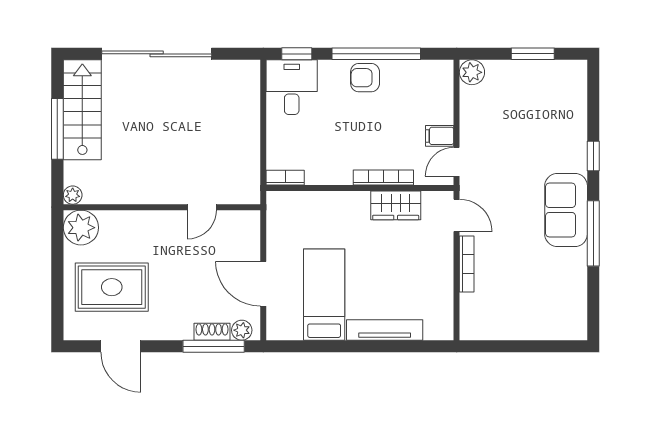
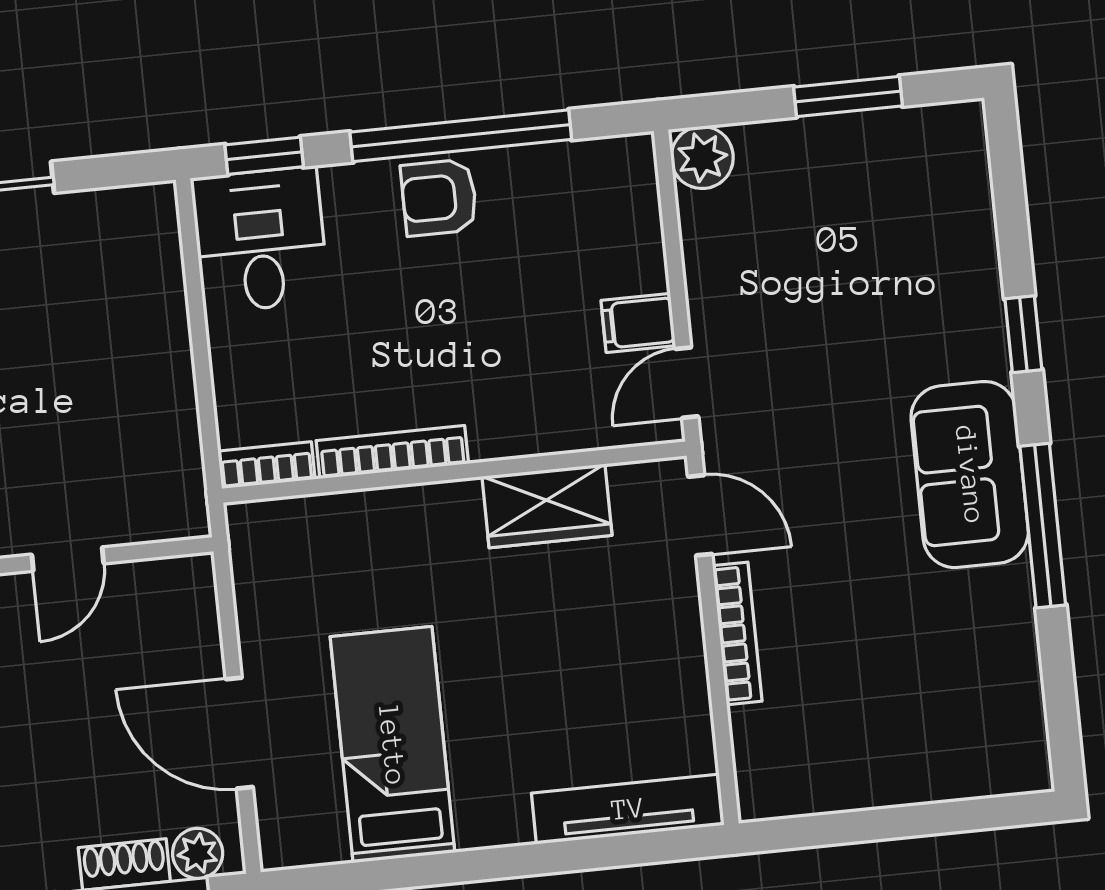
bookcase: (383, 178) -> (392, 452), moved
tv unit: (385, 330) -> (628, 809), moved

